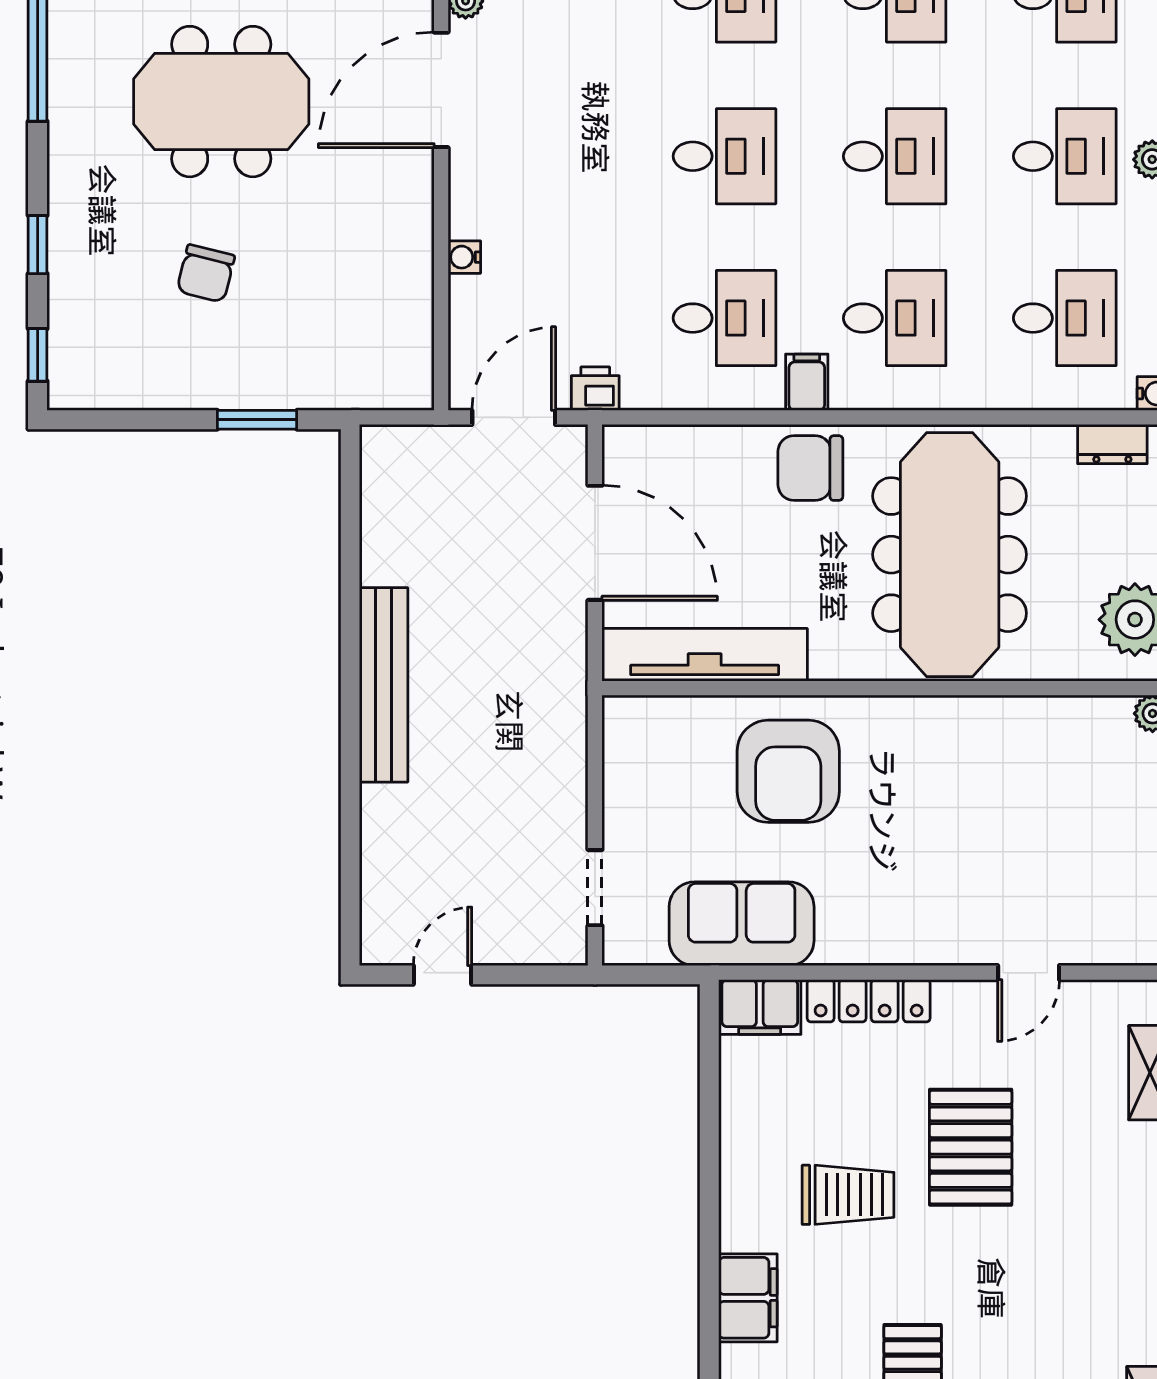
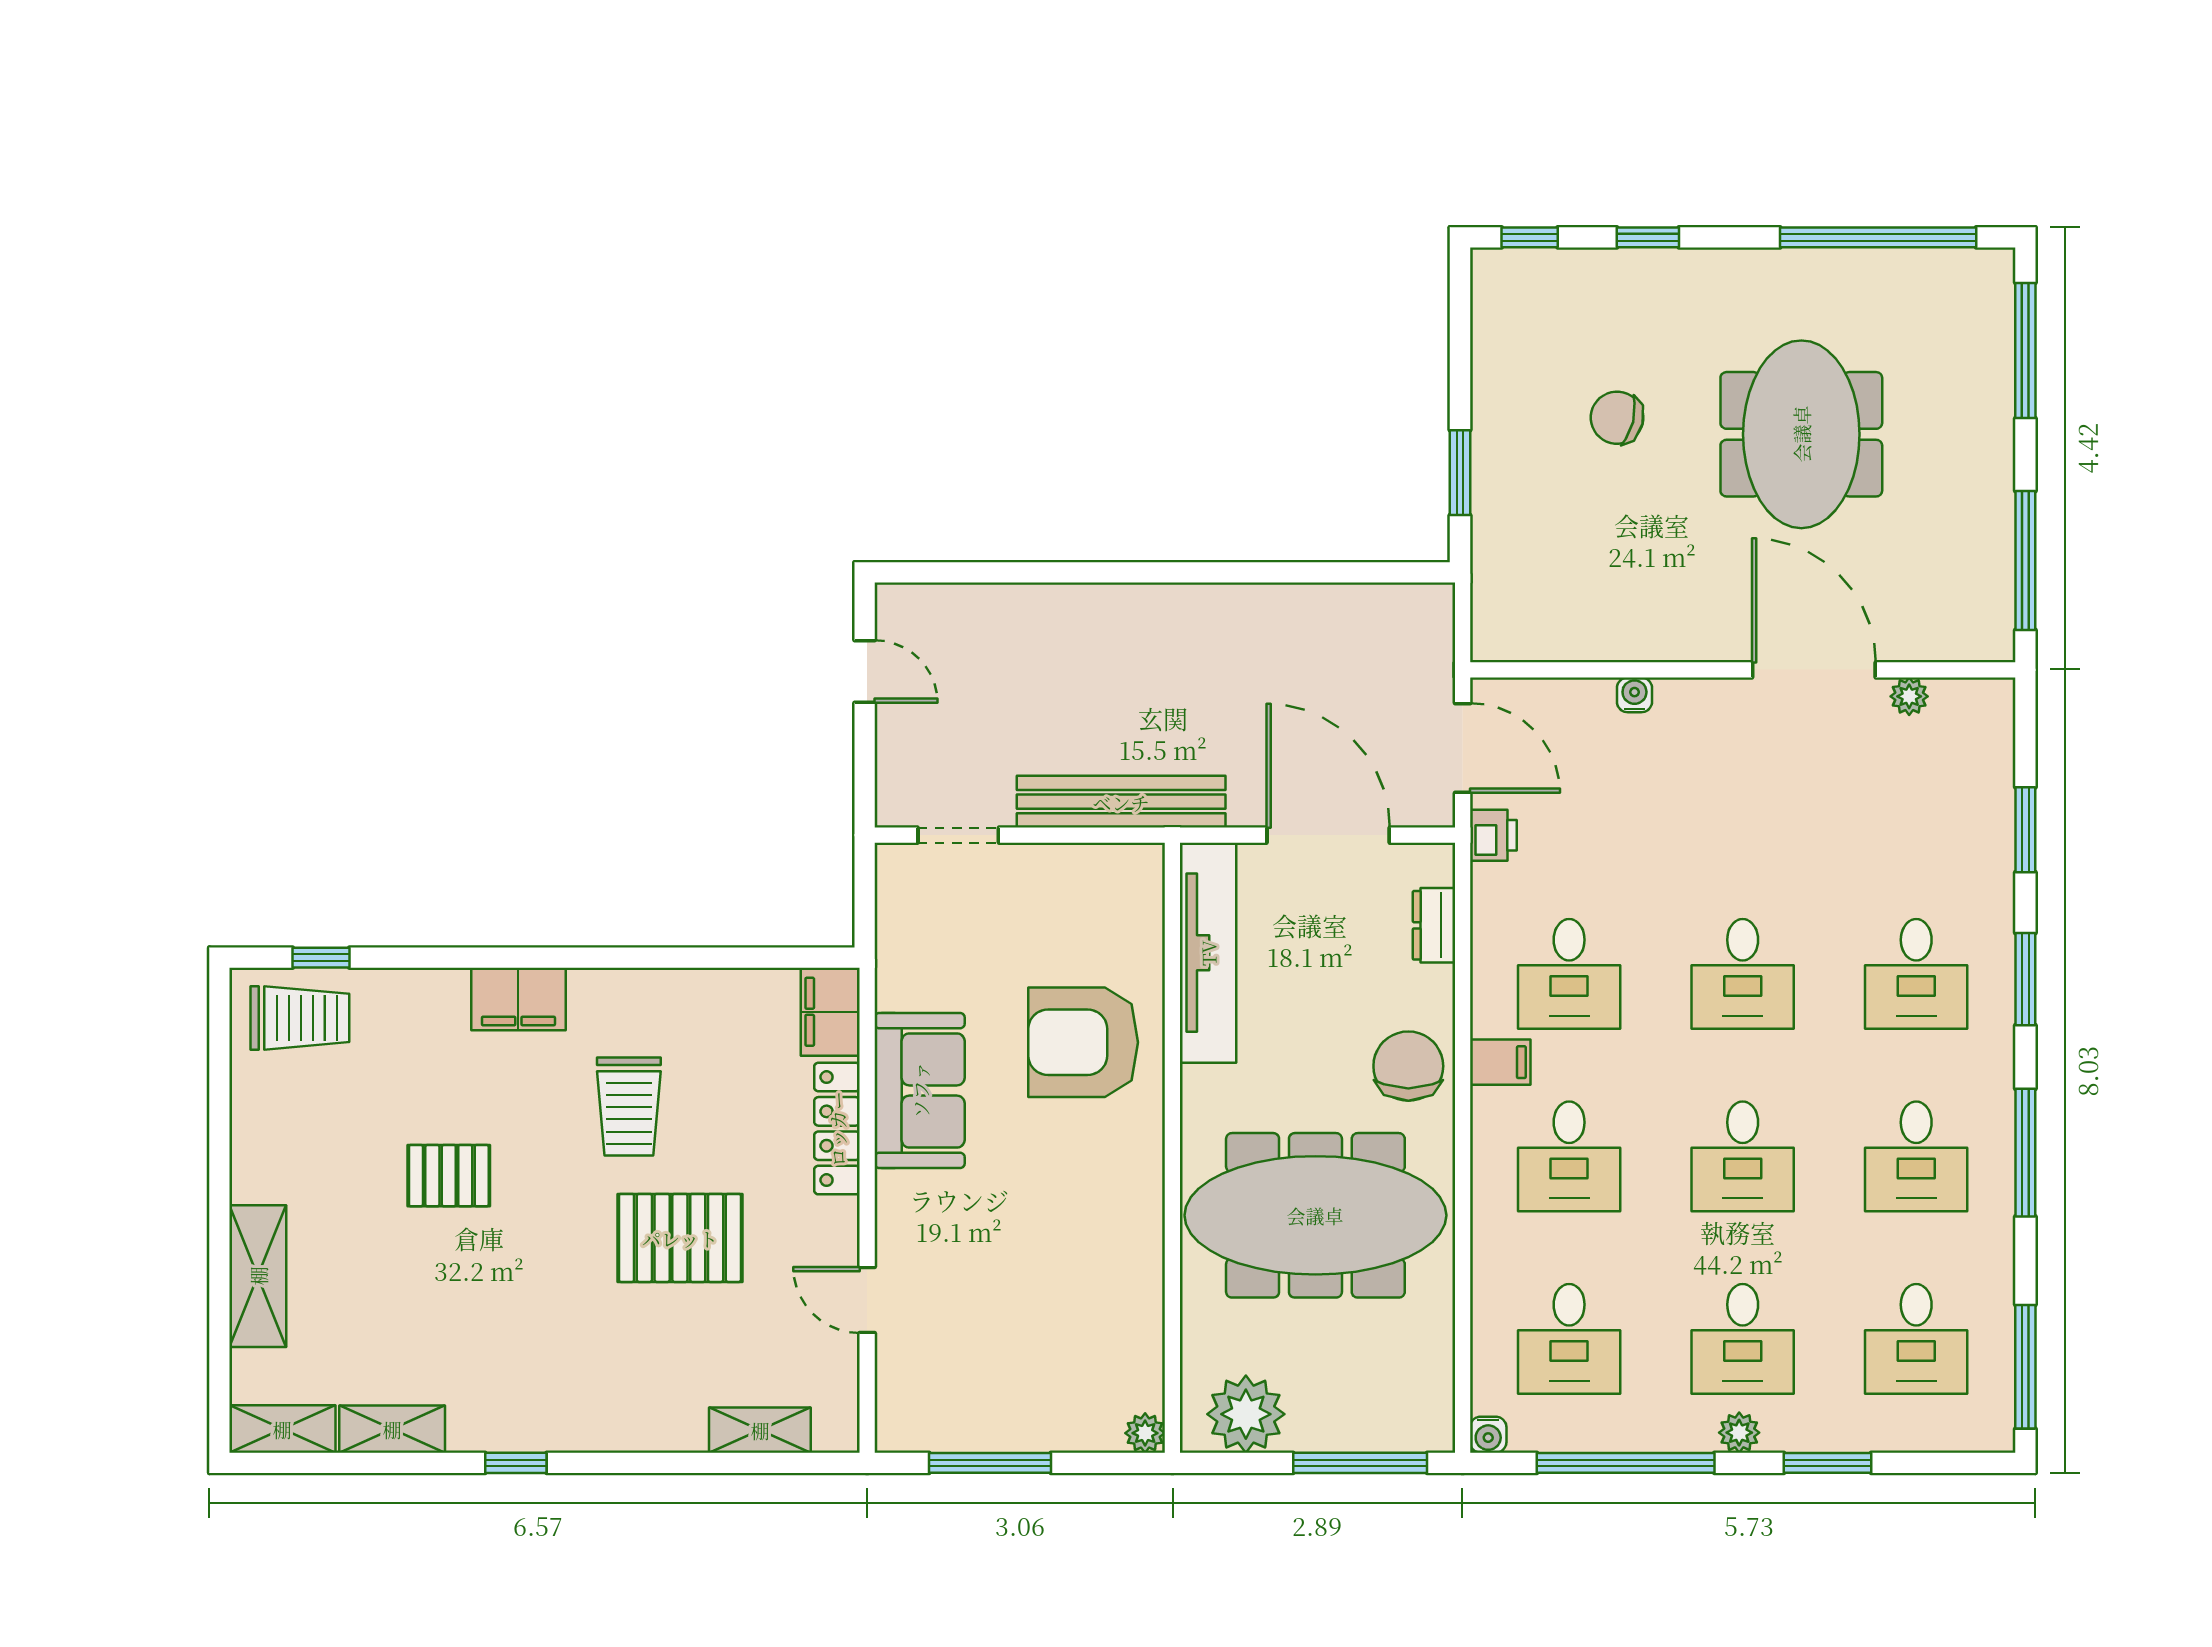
dresser: (1112, 444) -> (1434, 925), moved
door: (595, 543) -> (1328, 835), swing flipped
bench: (384, 685) -> (1121, 802), moved
sofa: (742, 924) -> (920, 1090), moved

